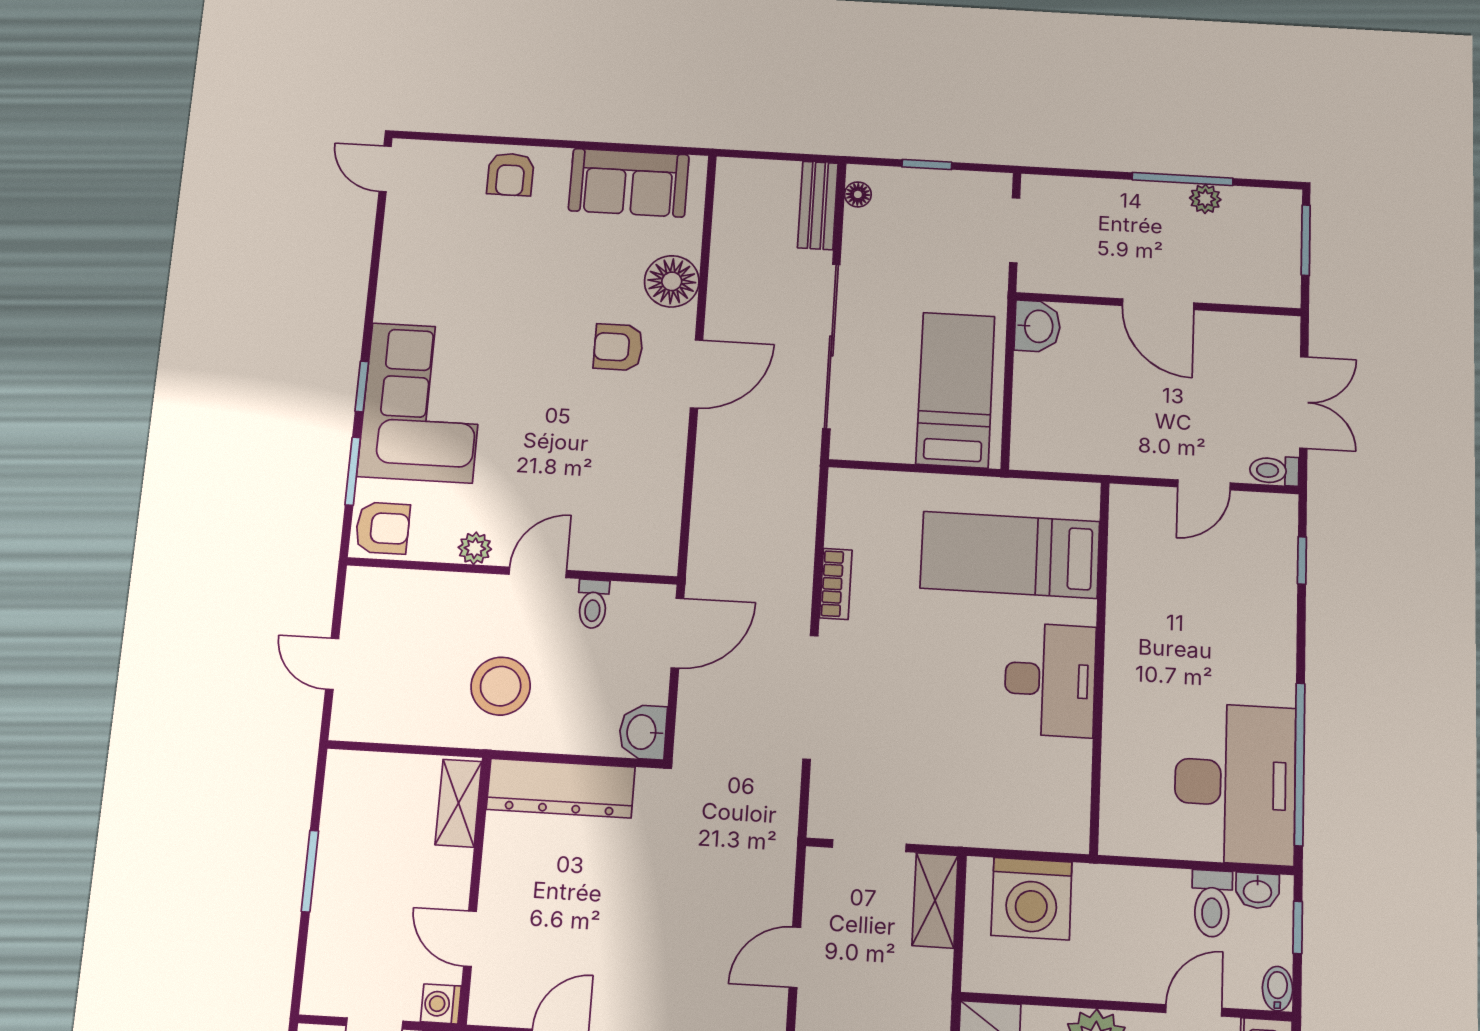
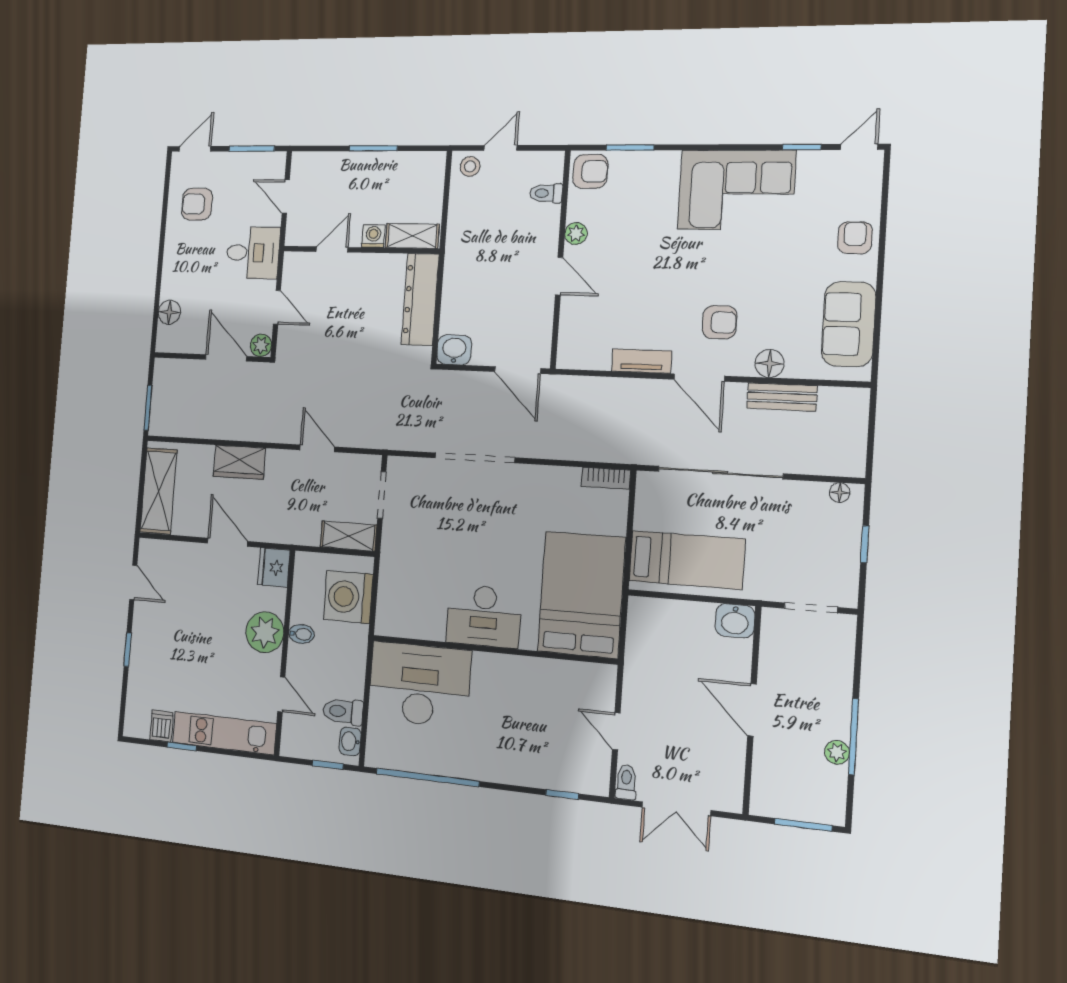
armchair: (510, 174) -> (855, 238), turned 90
bench: (818, 205) -> (782, 397), moved
floor lamp: (672, 281) -> (770, 363), width x0.73, depth x0.73
door: (1158, 304) -> (752, 710), hinge flipped
armchair: (618, 347) -> (719, 322), turned 90
window: (362, 386) -> (802, 147), moved
corner sofa: (422, 403) -> (736, 190), moved
tv unit: (670, 453) -> (642, 361), added
armchair: (383, 528) -> (590, 171), turned -90
bed: (1010, 555) -> (581, 595), width x1.50
bookcase: (836, 584) -> (606, 478), moved
toilet: (593, 604) -> (546, 193), moved
stool: (501, 686) -> (470, 166), moved, width x0.53, depth x0.53
desk: (1235, 784) -> (419, 685), moved, turned 180
bidet: (1277, 989) -> (301, 634), moved
washing machine: (441, 1004) -> (373, 236), moved

